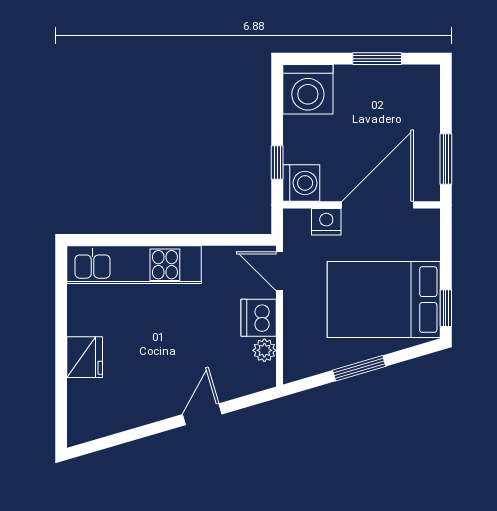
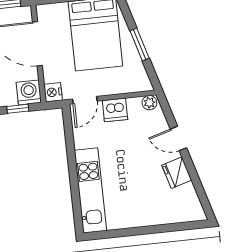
nightstand: (326, 222) -> (53, 92), moved
plant: (264, 350) -> (149, 103), moved
fridge: (85, 357) -> (177, 173), moved, turned -106

